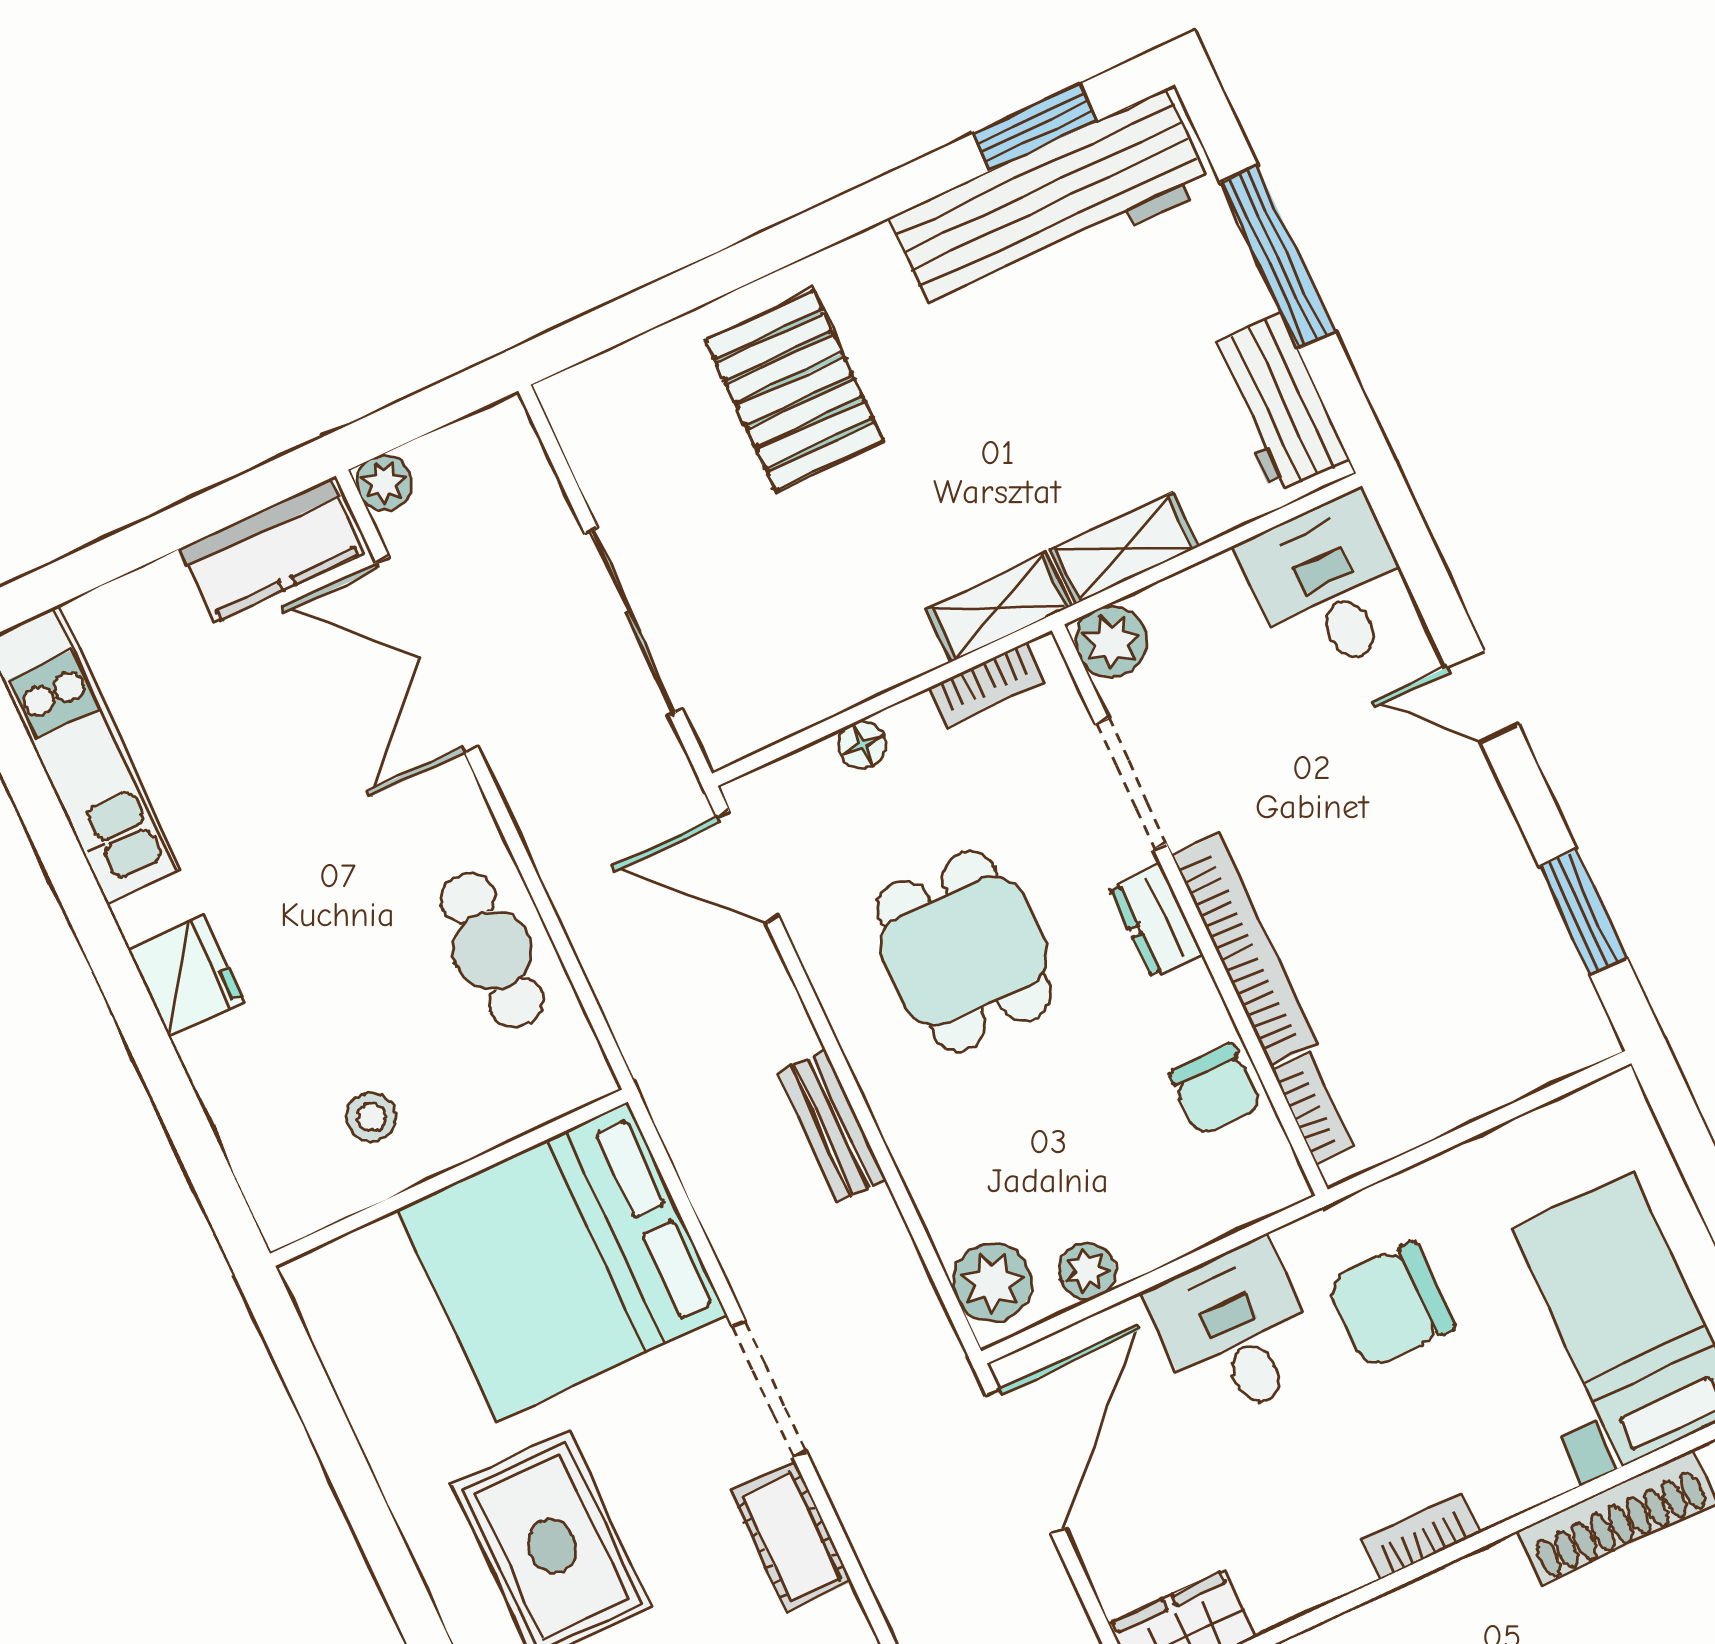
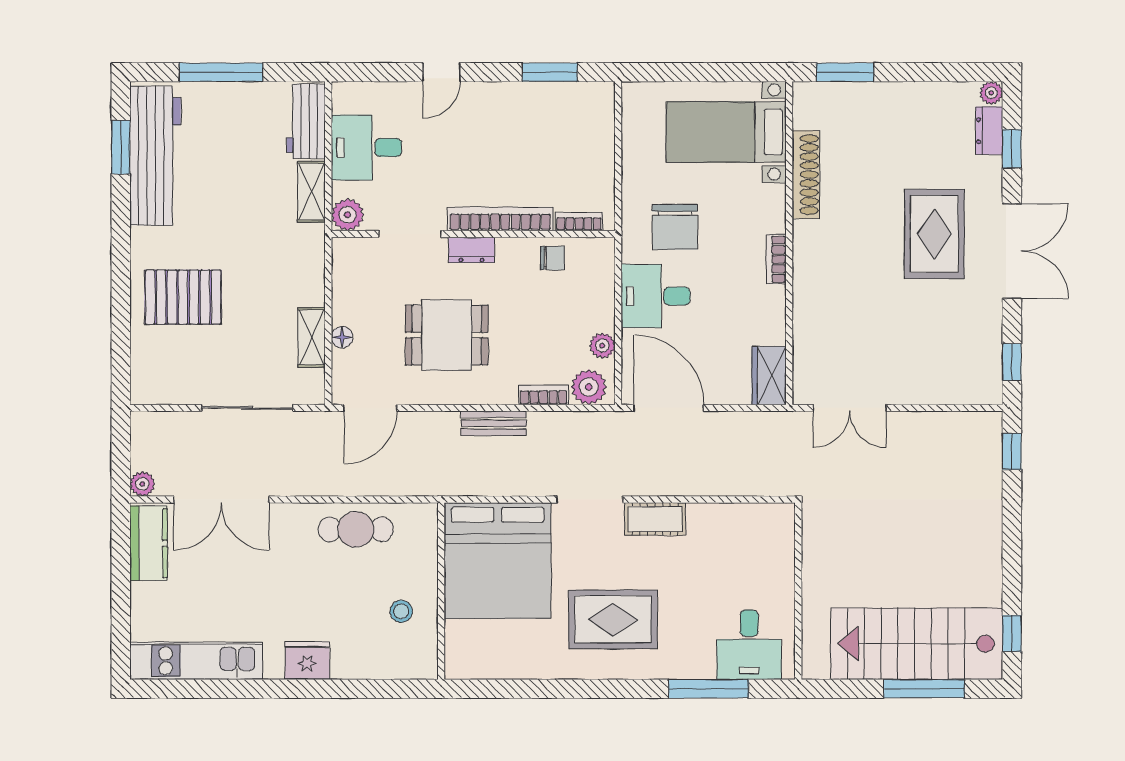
workbench: (1277, 403) -> (306, 121), moved, turned 90
desk: (1330, 586) -> (366, 148), moved
shelving: (999, 607) -> (312, 337), moved
bookcase: (986, 685) -> (544, 395), moved, turned -90
chair: (1216, 1090) -> (552, 258), width x0.73, depth x0.73

